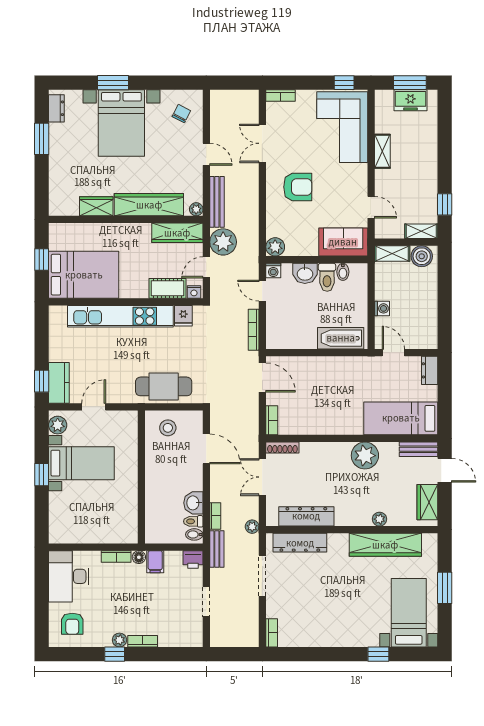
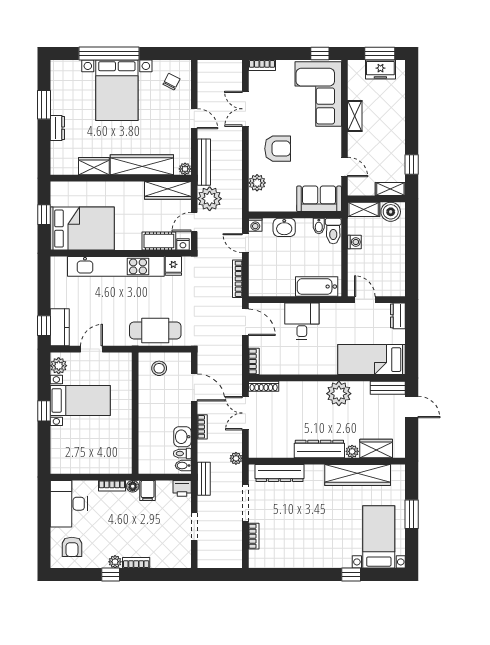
window: (113, 83) -> (109, 53), width x2.11
dresser: (56, 108) -> (57, 128), moved
plant: (275, 247) -> (257, 183), moved
toilet: (327, 277) -> (333, 231), moved
washing machine: (382, 308) -> (354, 242), moved
desk: (324, 376) -> (302, 321), added
wardrobe: (427, 502) -> (376, 448), moved, turned 90
bookcase: (215, 516) -> (202, 427), moved
dresser: (306, 516) -> (319, 449), moved
bookcase: (272, 633) -> (254, 536), moved

